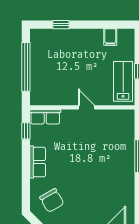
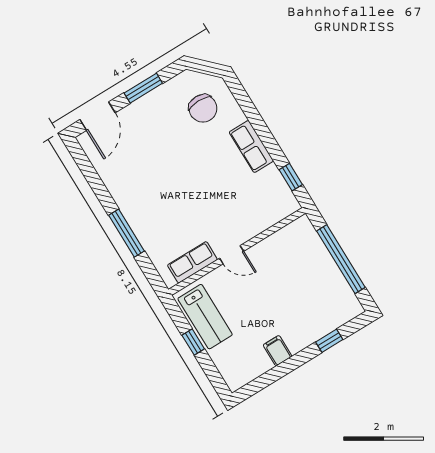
filing cabinet: (110, 37) -> (277, 351), moved
row of seats: (45, 117) -> (192, 262), moved
chair: (52, 200) -> (203, 108), turned -150

